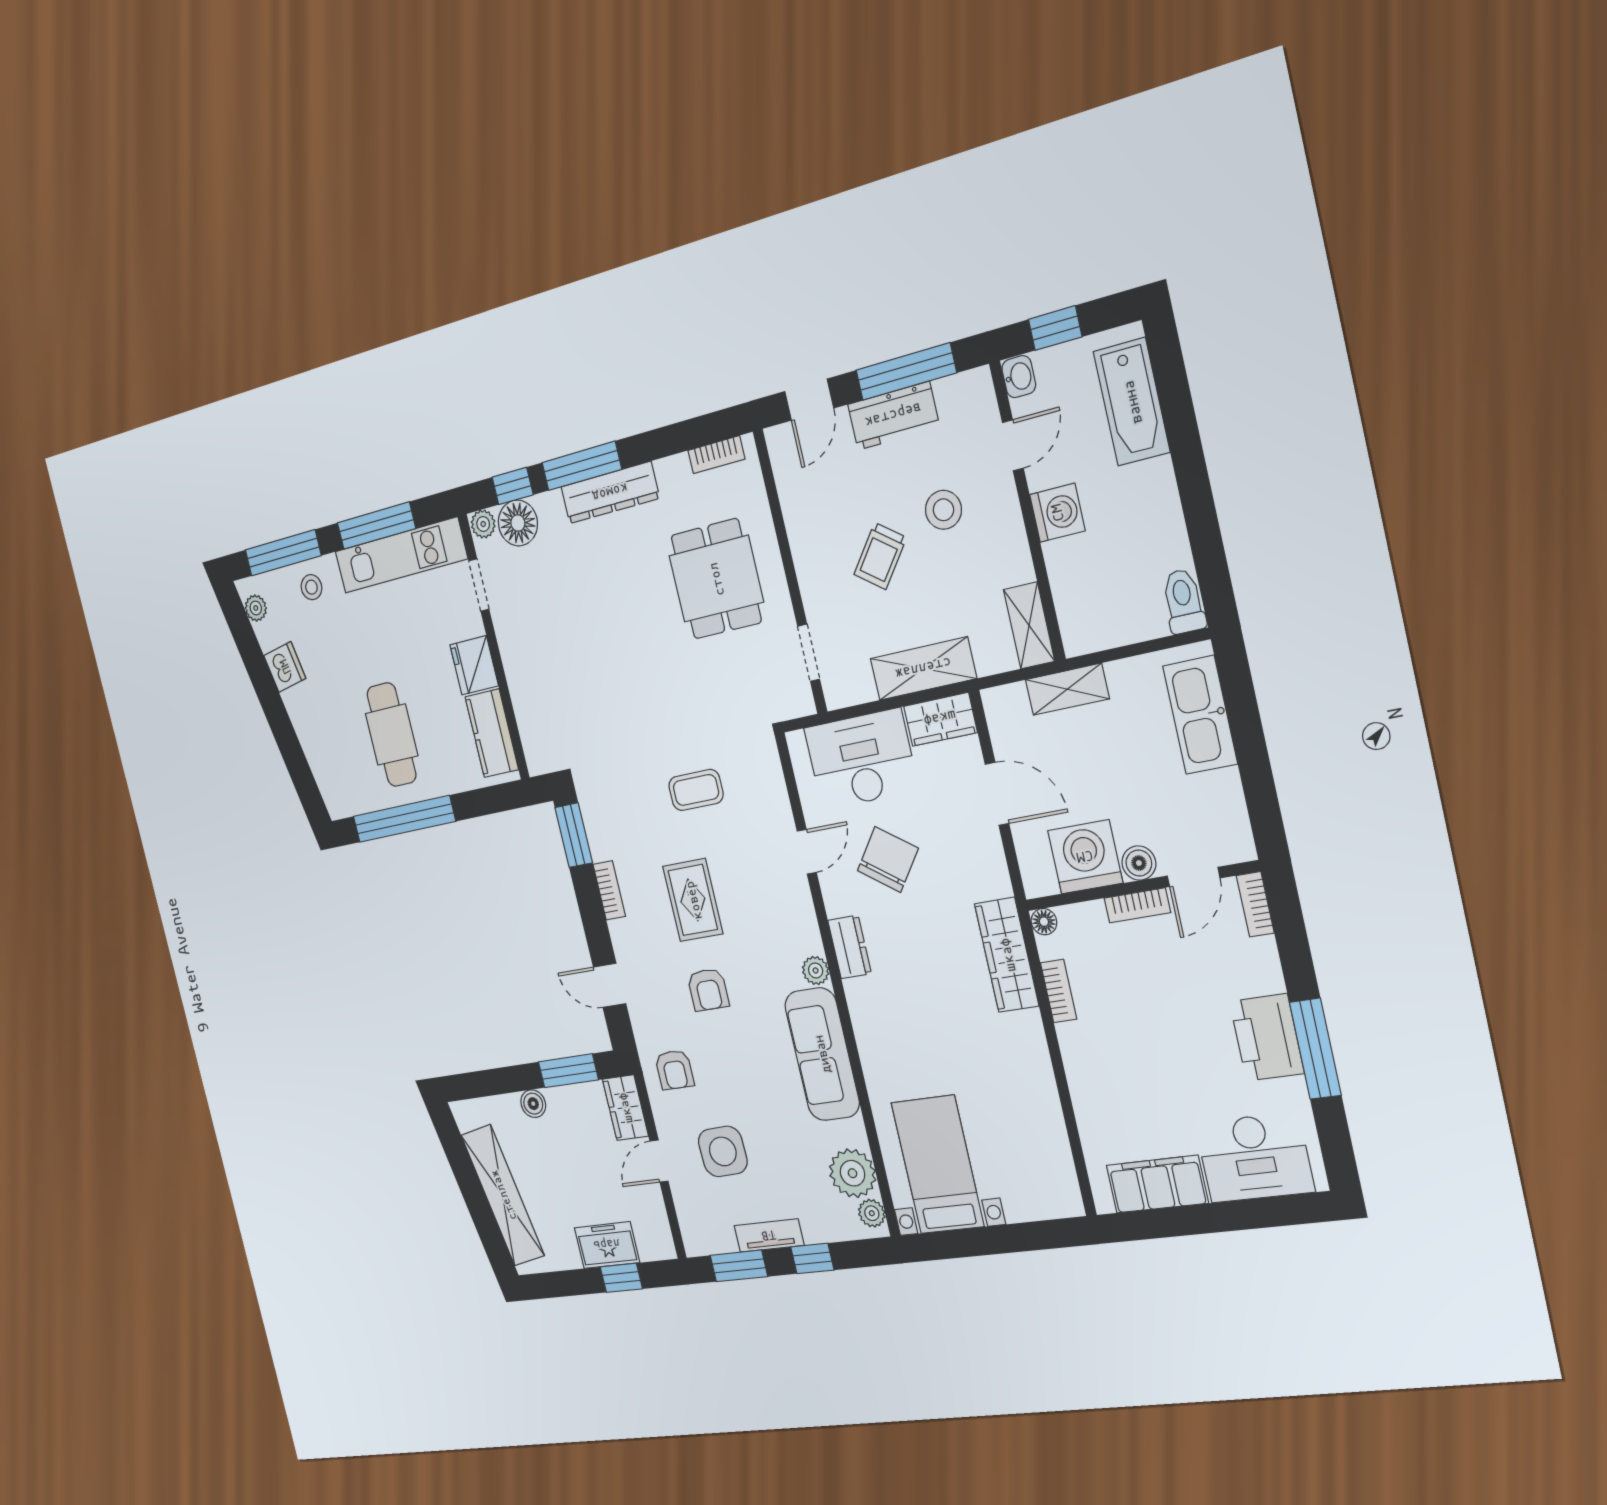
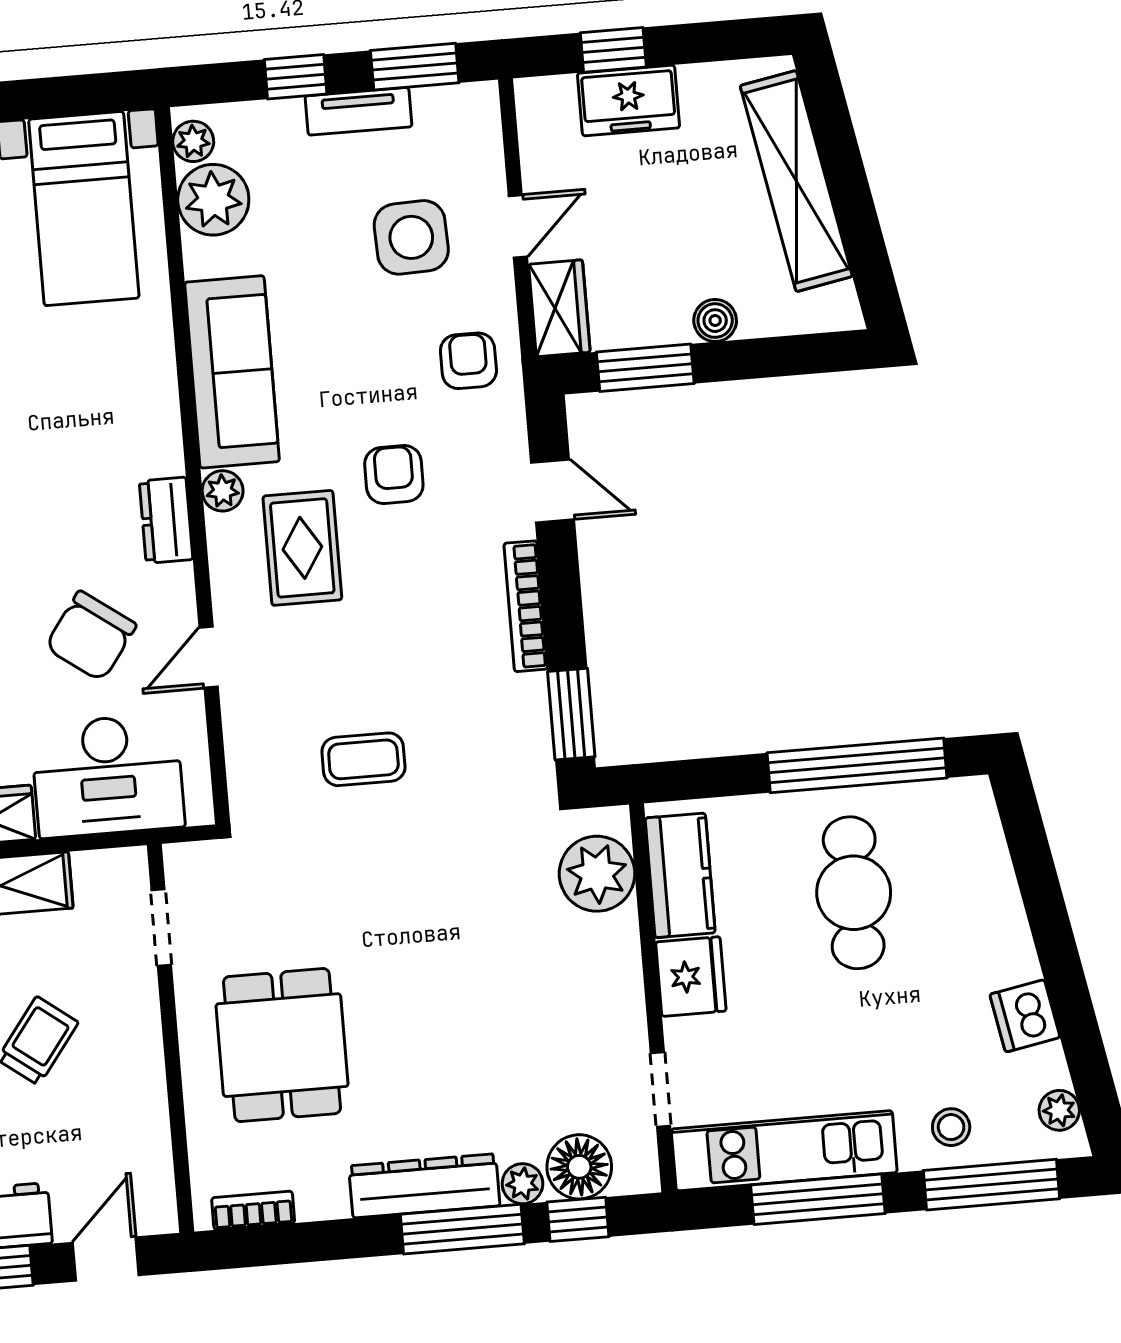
plant: (483, 524) -> (522, 1184), moved
plant: (541, 728) -> (597, 874), added
bookcase: (609, 890) -> (526, 606), width x1.56
rug: (693, 900) -> (302, 548), moved

